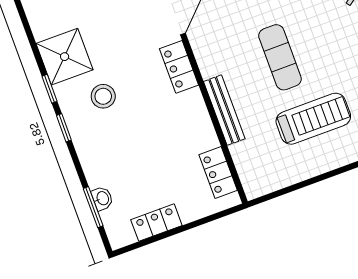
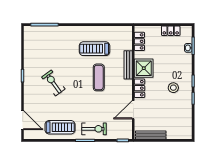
shower: (65, 57) -> (144, 68), moved

